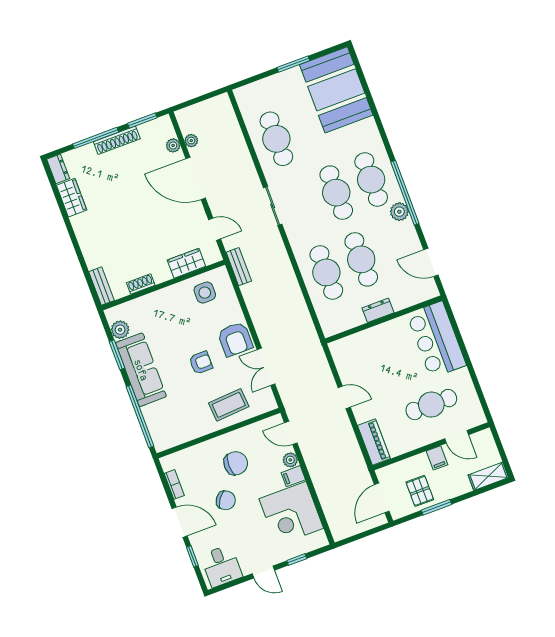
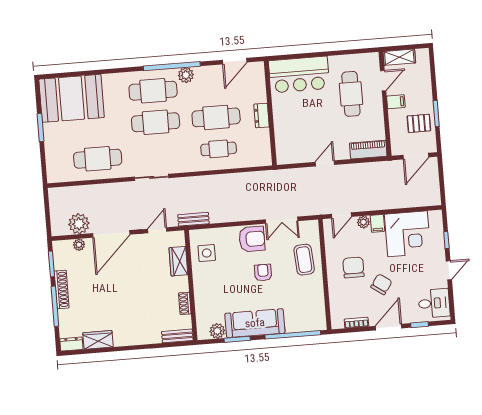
plant: (191, 141) -> (79, 224), width x1.88, depth x1.88
cafe table: (326, 272) -> (219, 149), width x0.73, depth x0.74
shelving: (488, 476) -> (399, 57), moved, turned 90
door: (382, 498) -> (416, 156), hinge flipped

